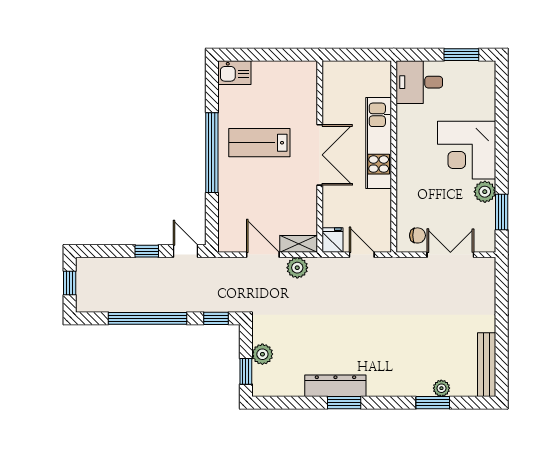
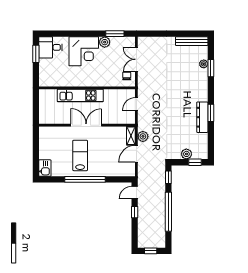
desk: (419, 82) -> (50, 47), moved, turned 90
lab bench: (259, 143) -> (80, 155), turned 180
fridge: (332, 240) -> (129, 119), removed

